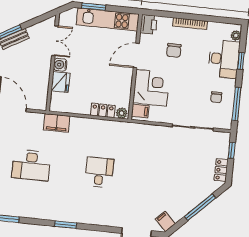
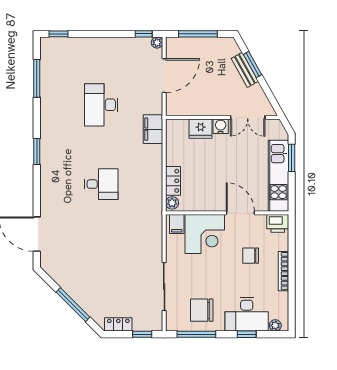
chair: (216, 97) -> (202, 310), width x1.87, depth x1.87
filing cabinet: (165, 221) -> (52, 266), removed

